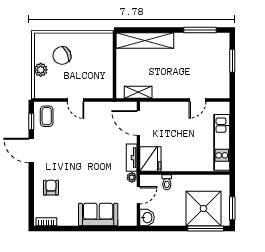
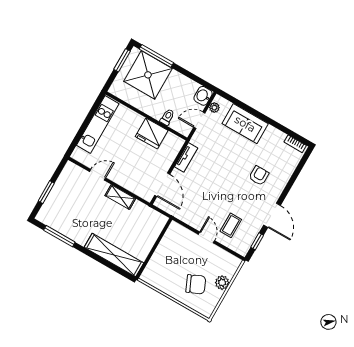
shelving: (138, 92) -> (120, 197), moved
coffee table: (47, 116) -> (231, 225), moved
fridge: (150, 159) -> (152, 133), moved, turned -90
plant: (132, 177) -> (214, 108), moved
armchair: (51, 188) -> (259, 176), moved, turned 180

